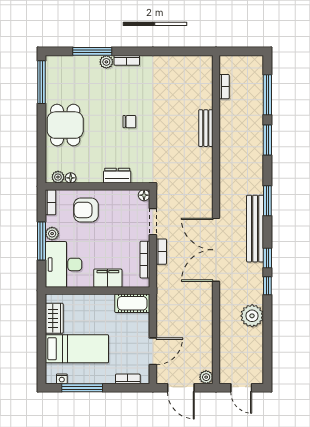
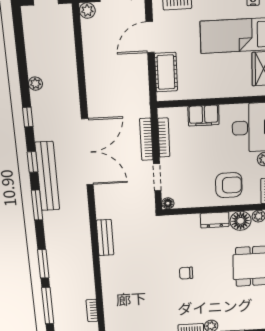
bench: (206, 128) -> (105, 238), moved
dresser: (117, 176) -> (215, 220), moved
floor lamp: (71, 178) -> (241, 221), width x1.89, depth x1.89
bookcase: (161, 252) -> (146, 139), width x1.56
window: (267, 258) -> (32, 162), moved
cot: (132, 303) -> (166, 72), moved, turned 90
plant: (252, 316) -> (35, 84), width x0.53, depth x0.53

